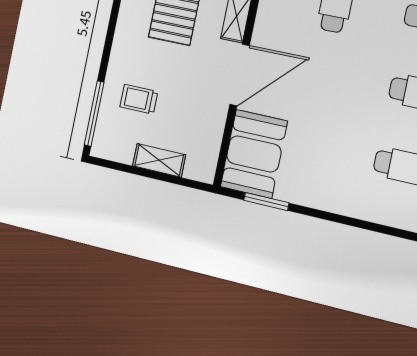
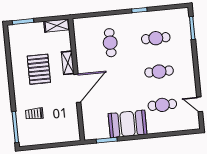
booth: (254, 154) -> (128, 124), moved, turned 90
shelving: (159, 160) -> (52, 138), removed

